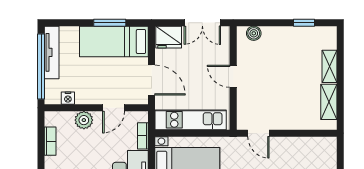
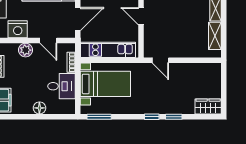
door: (152, 80) -> (78, 19), hinge flipped
nightstand: (68, 98) -> (18, 29), width x1.89, depth x1.79
door: (113, 108) -> (48, 40), hinge flipped

